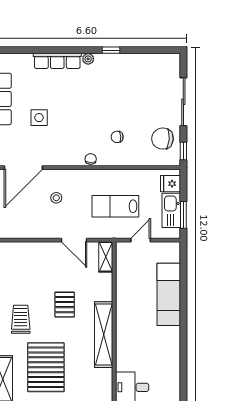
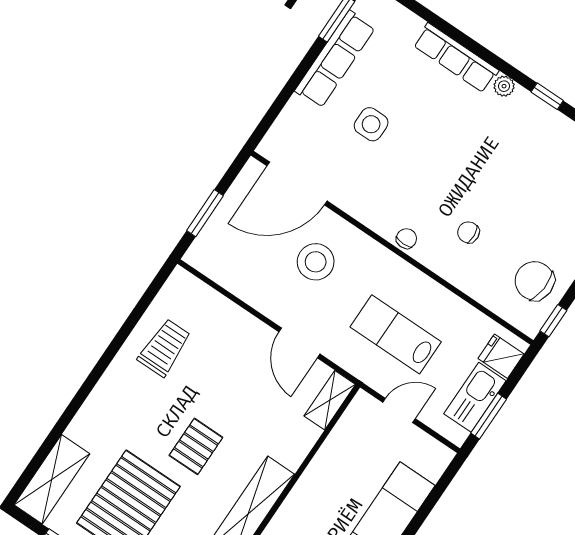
stool: (56, 198) -> (316, 262), width x1.89, depth x1.89
pallet: (65, 305) -> (196, 446), moved
trolley: (21, 319) -> (164, 348), moved

